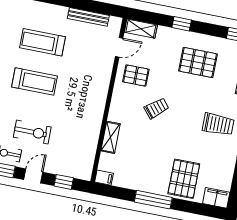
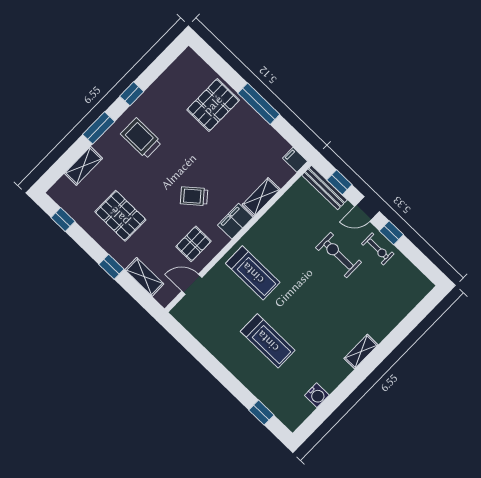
bench: (88, 17) -> (325, 187), moved
shelving: (141, 29) -> (144, 277), moved
pallet: (136, 76) -> (193, 244), turned 90
treadmill: (34, 81) -> (253, 273), moved, turned 180
filing cabinet: (216, 198) -> (235, 221), moved, turned 90

